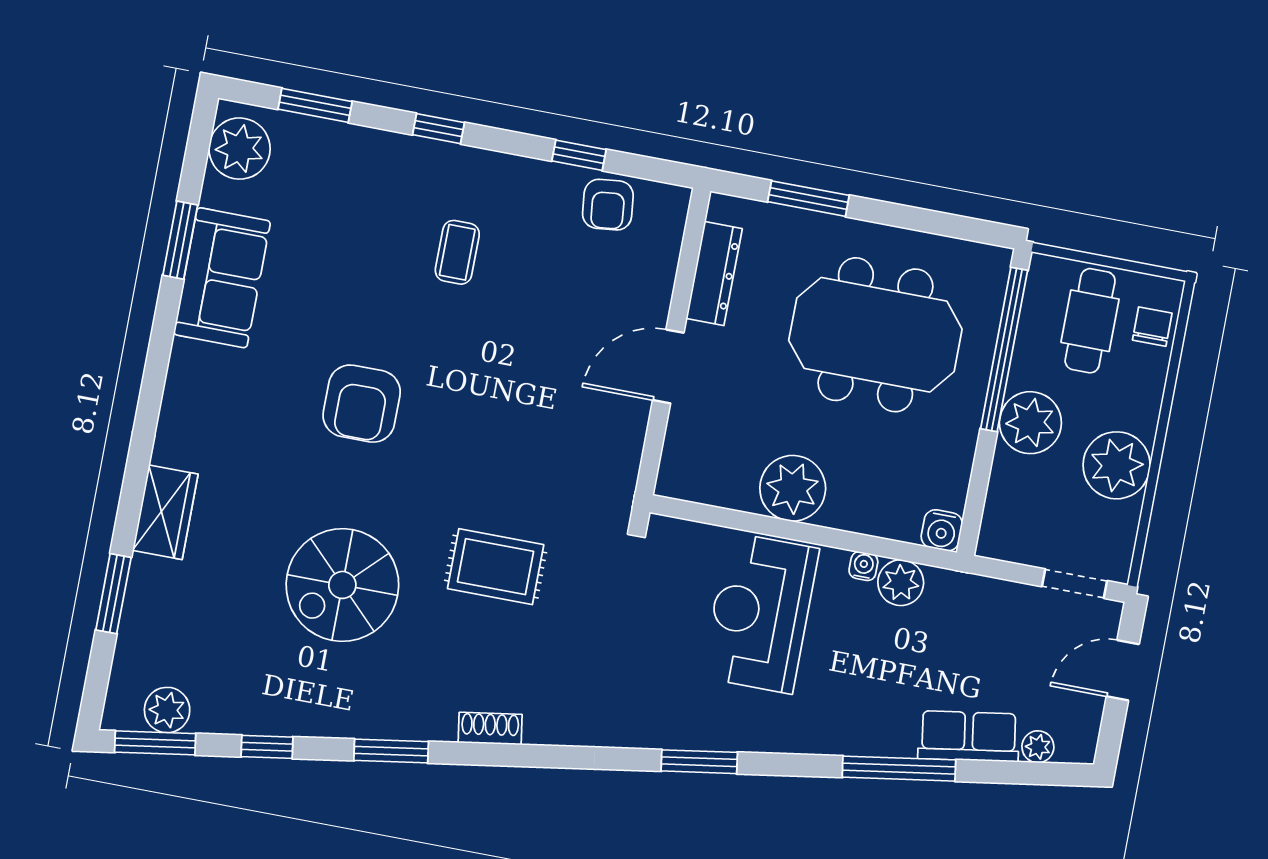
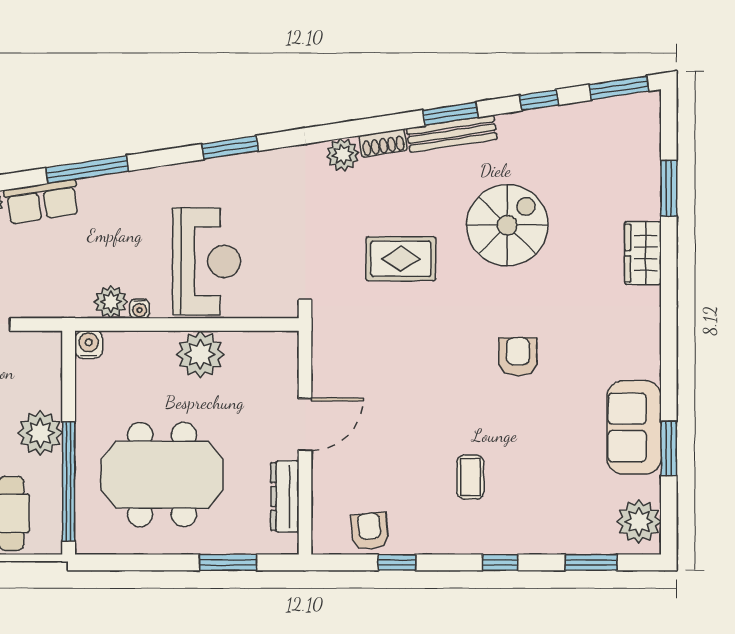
armchair: (362, 404) -> (518, 357), width x0.72, depth x0.72
plant: (167, 710) -> (343, 155), moved
bench: (394, 723) -> (452, 134), added

